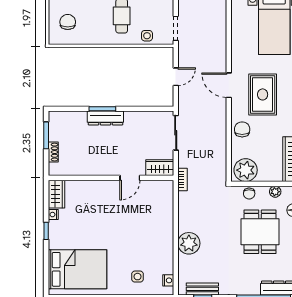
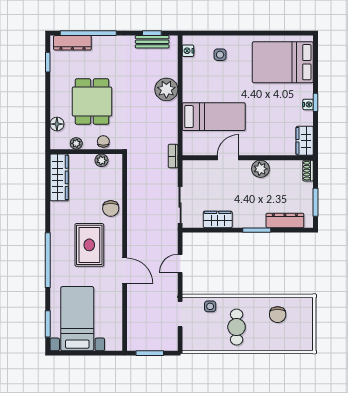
chair: (68, 22) -> (278, 315), moved
door: (229, 85) -> (125, 271), moved
dresser: (105, 118) -> (285, 220), moved
shoe rack: (53, 152) -> (308, 171), moved
plant: (99, 167) -> (260, 169), added
wardrobe: (160, 168) -> (218, 219), moved, turned 180
plant: (246, 170) -> (101, 160), width x0.53, depth x0.53
nightstand: (53, 215) -> (308, 104), moved
bed: (144, 217) -> (214, 117), added

